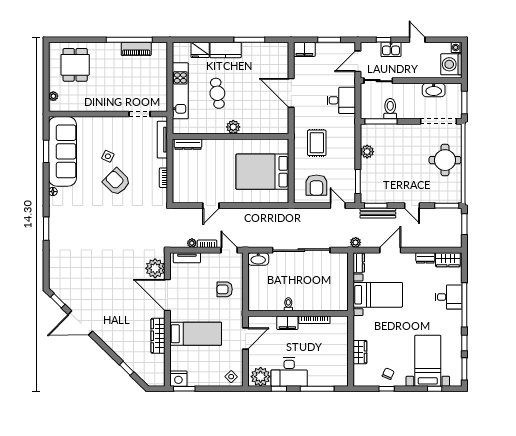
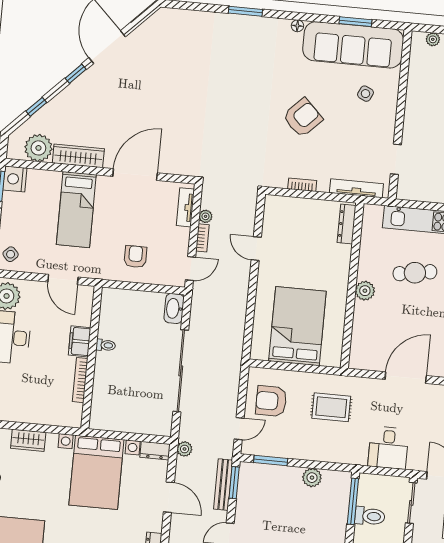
side table: (108, 156) -> (366, 94), moved
plant: (155, 268) -> (38, 148), moved
bed with nightstands: (378, 295) -> (96, 472), width x1.36
window: (58, 301) -> (76, 74), moved

